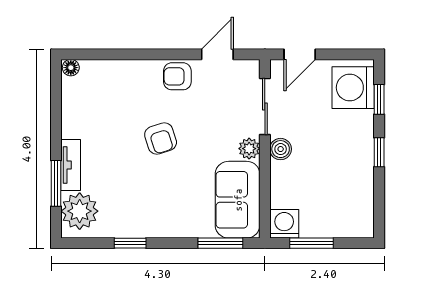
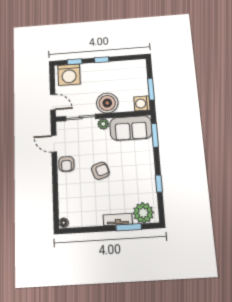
boiler: (281, 149) -> (107, 103), width x1.86, depth x1.86

